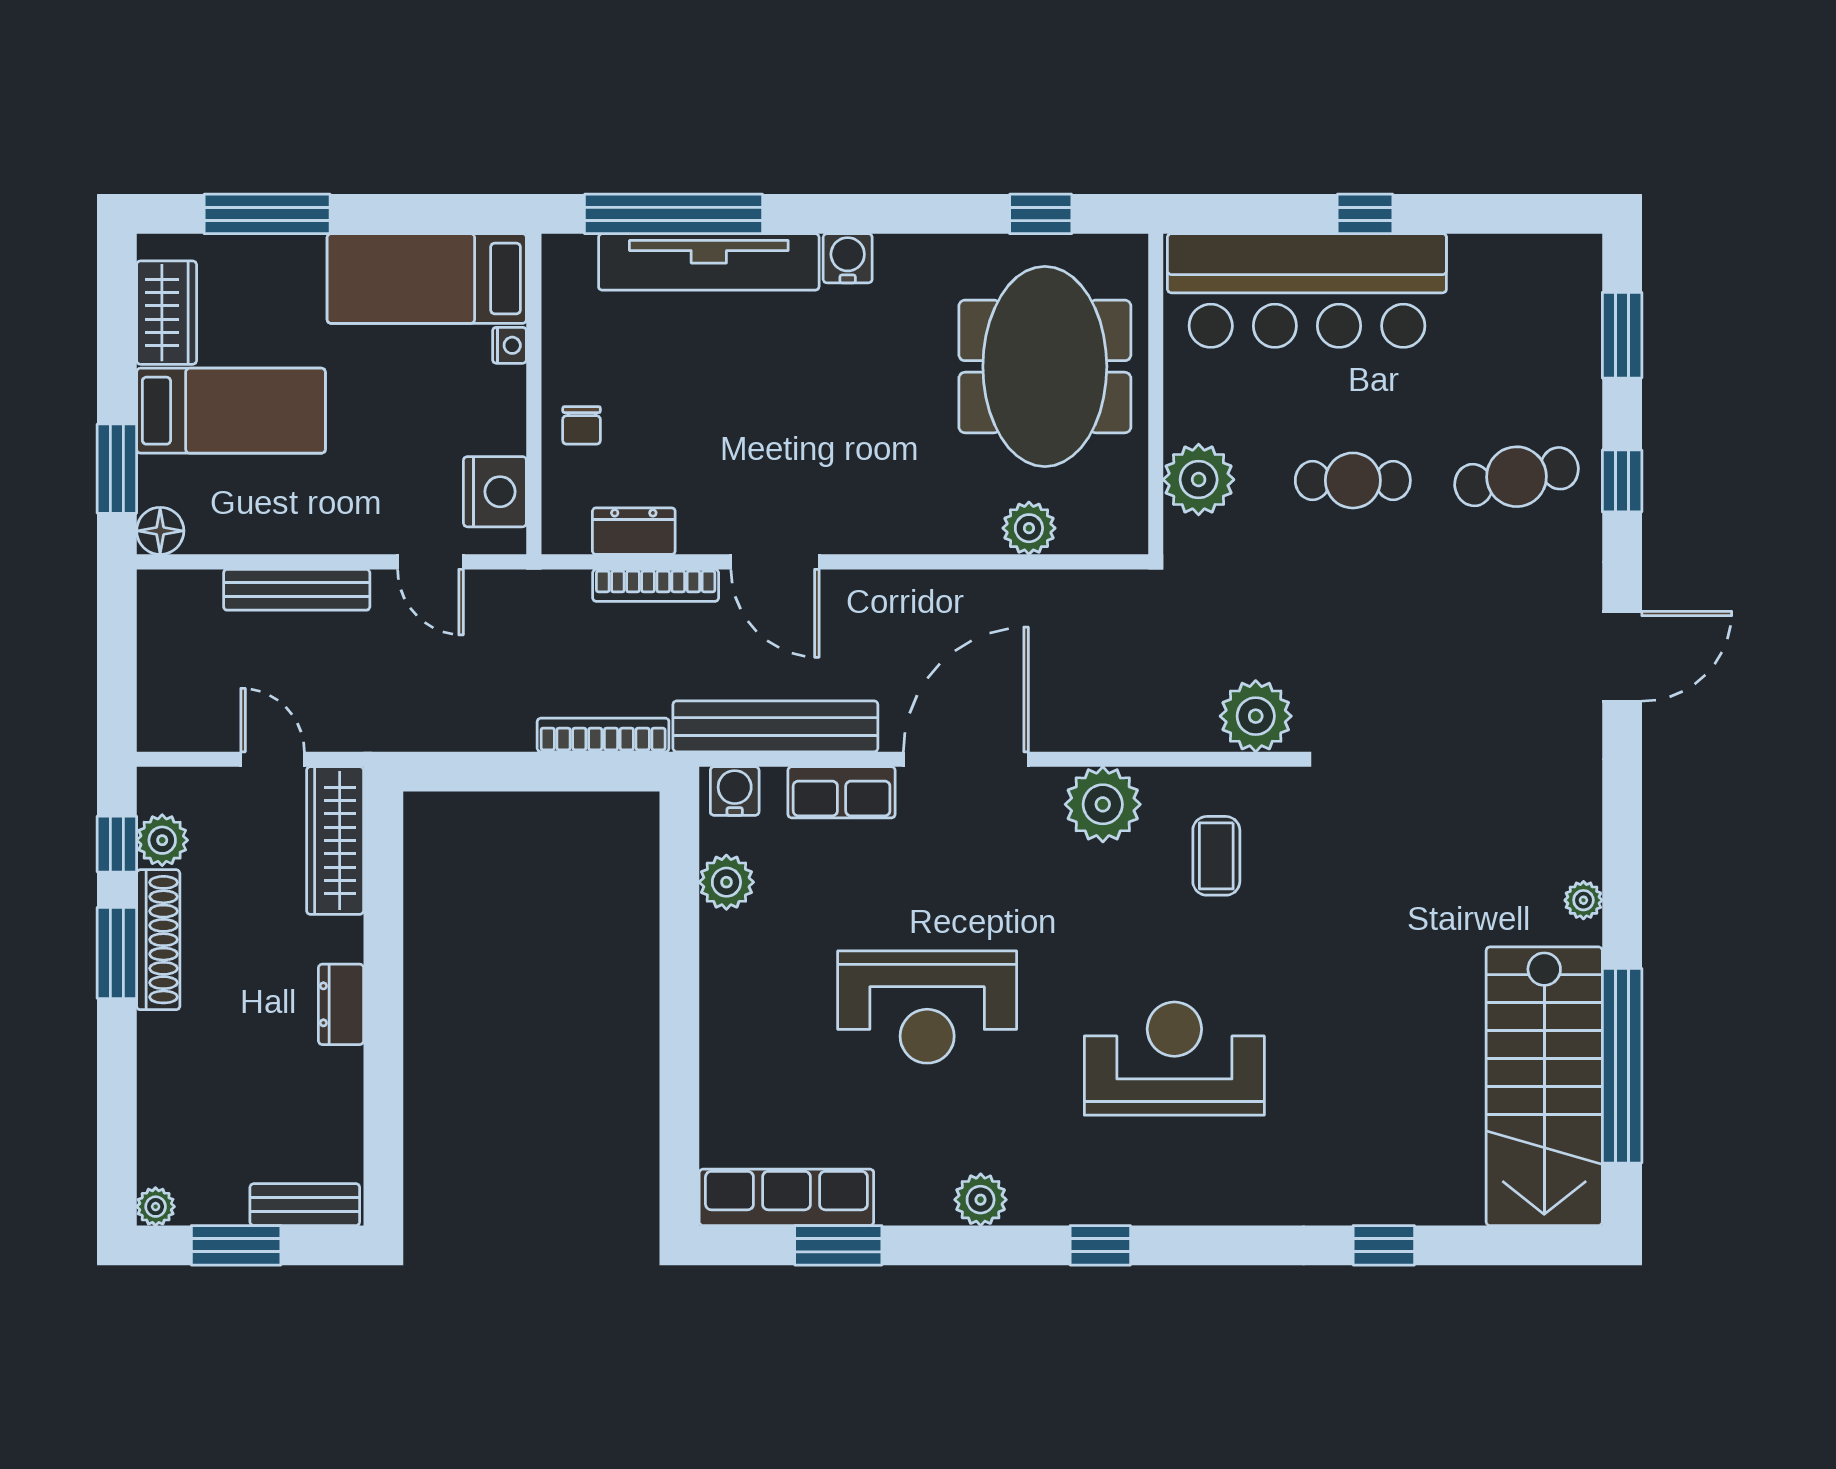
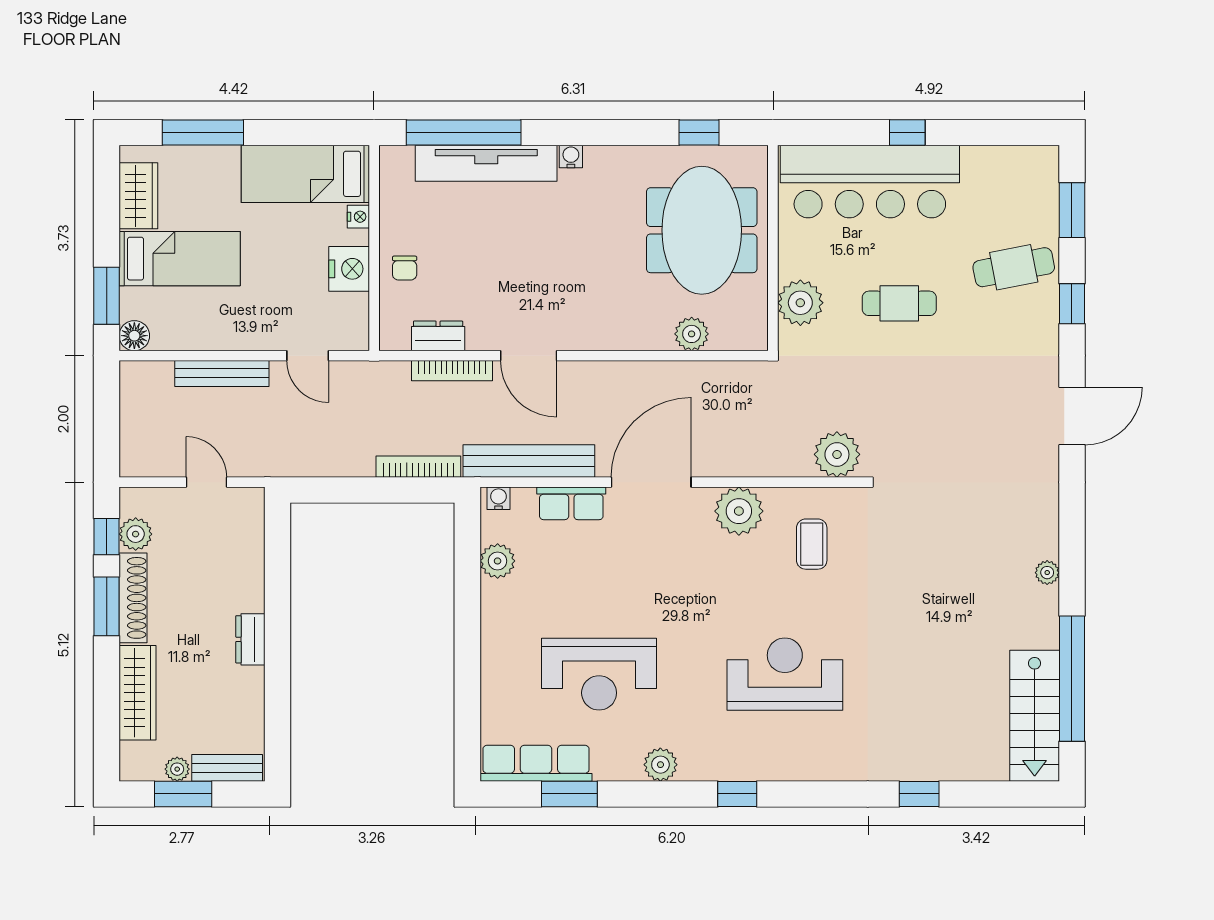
water cooler: (848, 258) -> (571, 156), width x0.72, depth x0.72
cafe table: (1517, 477) -> (1014, 267), moved
nightstand: (495, 492) -> (349, 269), moved
water cooler: (735, 791) -> (498, 498), width x0.72, depth x0.72
wardrobe: (335, 840) -> (138, 693), moved, turned 180
reception desk: (927, 1007) -> (599, 674), moved
stairs: (1544, 1086) -> (1035, 716), width x0.73, depth x0.66
plant: (156, 1207) -> (177, 769), moved

